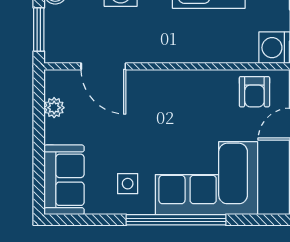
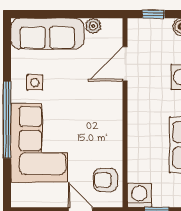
window: (39, 30) -> (153, 14), width x0.67
sofa: (64, 180) -> (47, 34), width x1.36

